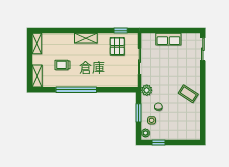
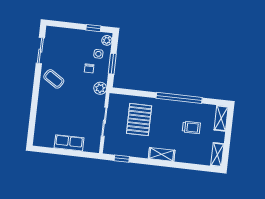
pallet: (117, 46) -> (139, 120), moved, width x1.50, depth x1.42
sliding door: (203, 49) -> (40, 51), moved

